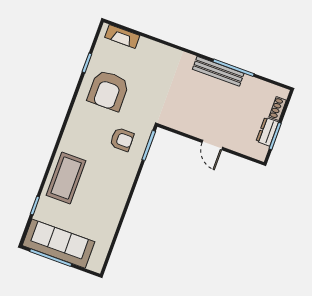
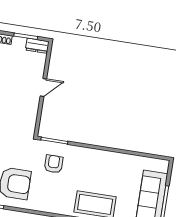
dresser: (267, 132) -> (37, 46), moved

